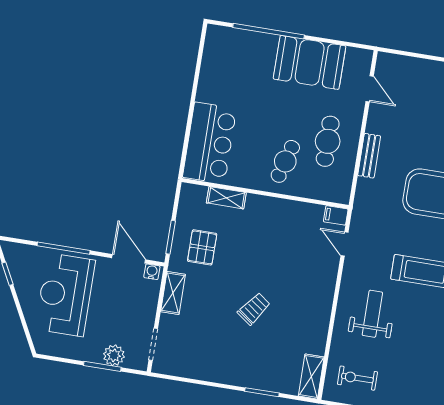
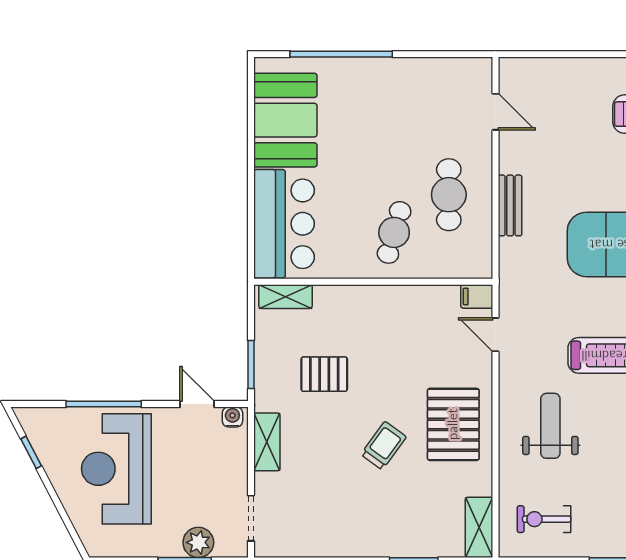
booth: (310, 62) -> (285, 120), moved, turned 90
shelving: (226, 198) -> (285, 297), moved
pallet: (202, 247) -> (324, 374), moved, turned 90
door: (129, 259) -> (197, 404), width x0.73
pallet: (305, 302) -> (453, 424), added

